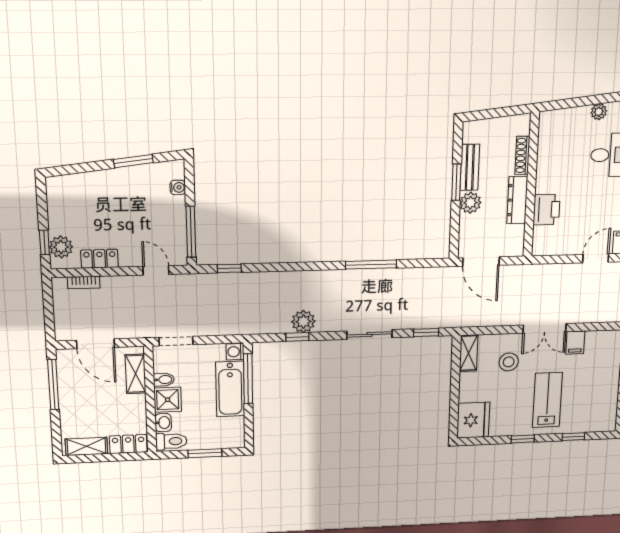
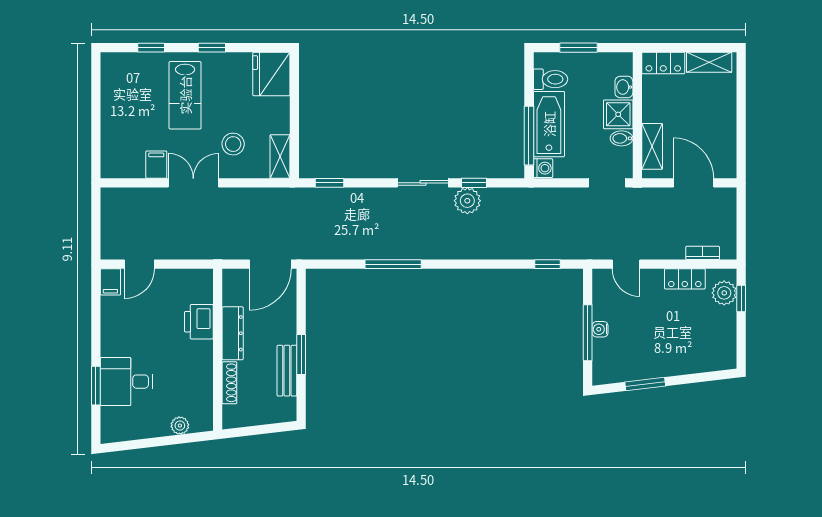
plant: (599, 112) -> (180, 426), moved
water cooler: (178, 187) -> (600, 329), moved
plant: (470, 203) -> (285, 331), removed
window: (191, 232) -> (588, 333), moved
door: (481, 262) -> (270, 264), swing flipped
sliding door: (370, 334) -> (423, 183), moved
window: (53, 385) -> (741, 137), removed
toilet: (171, 441) -> (551, 79), moved, turned 180

